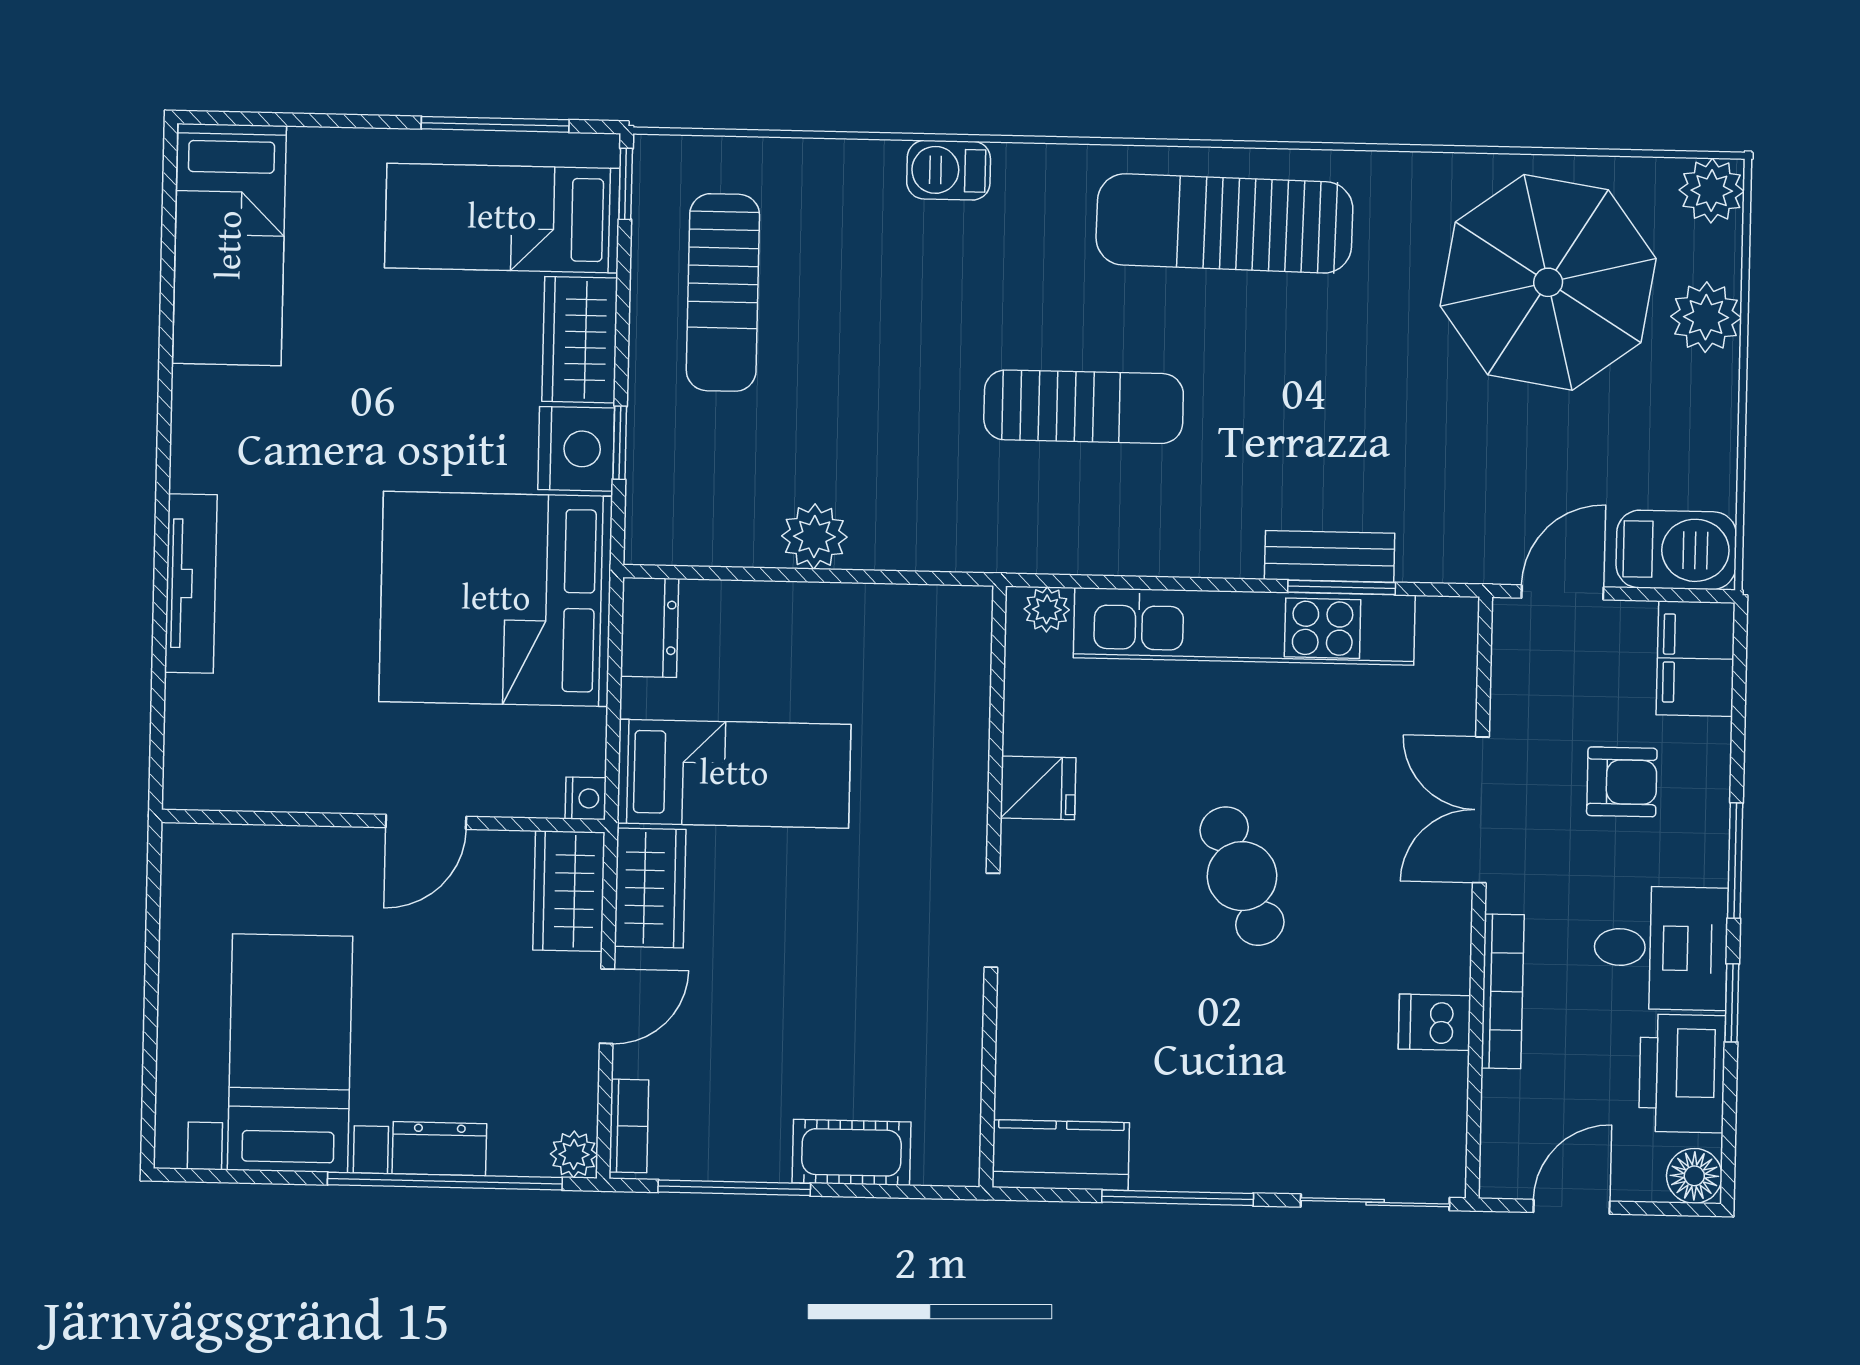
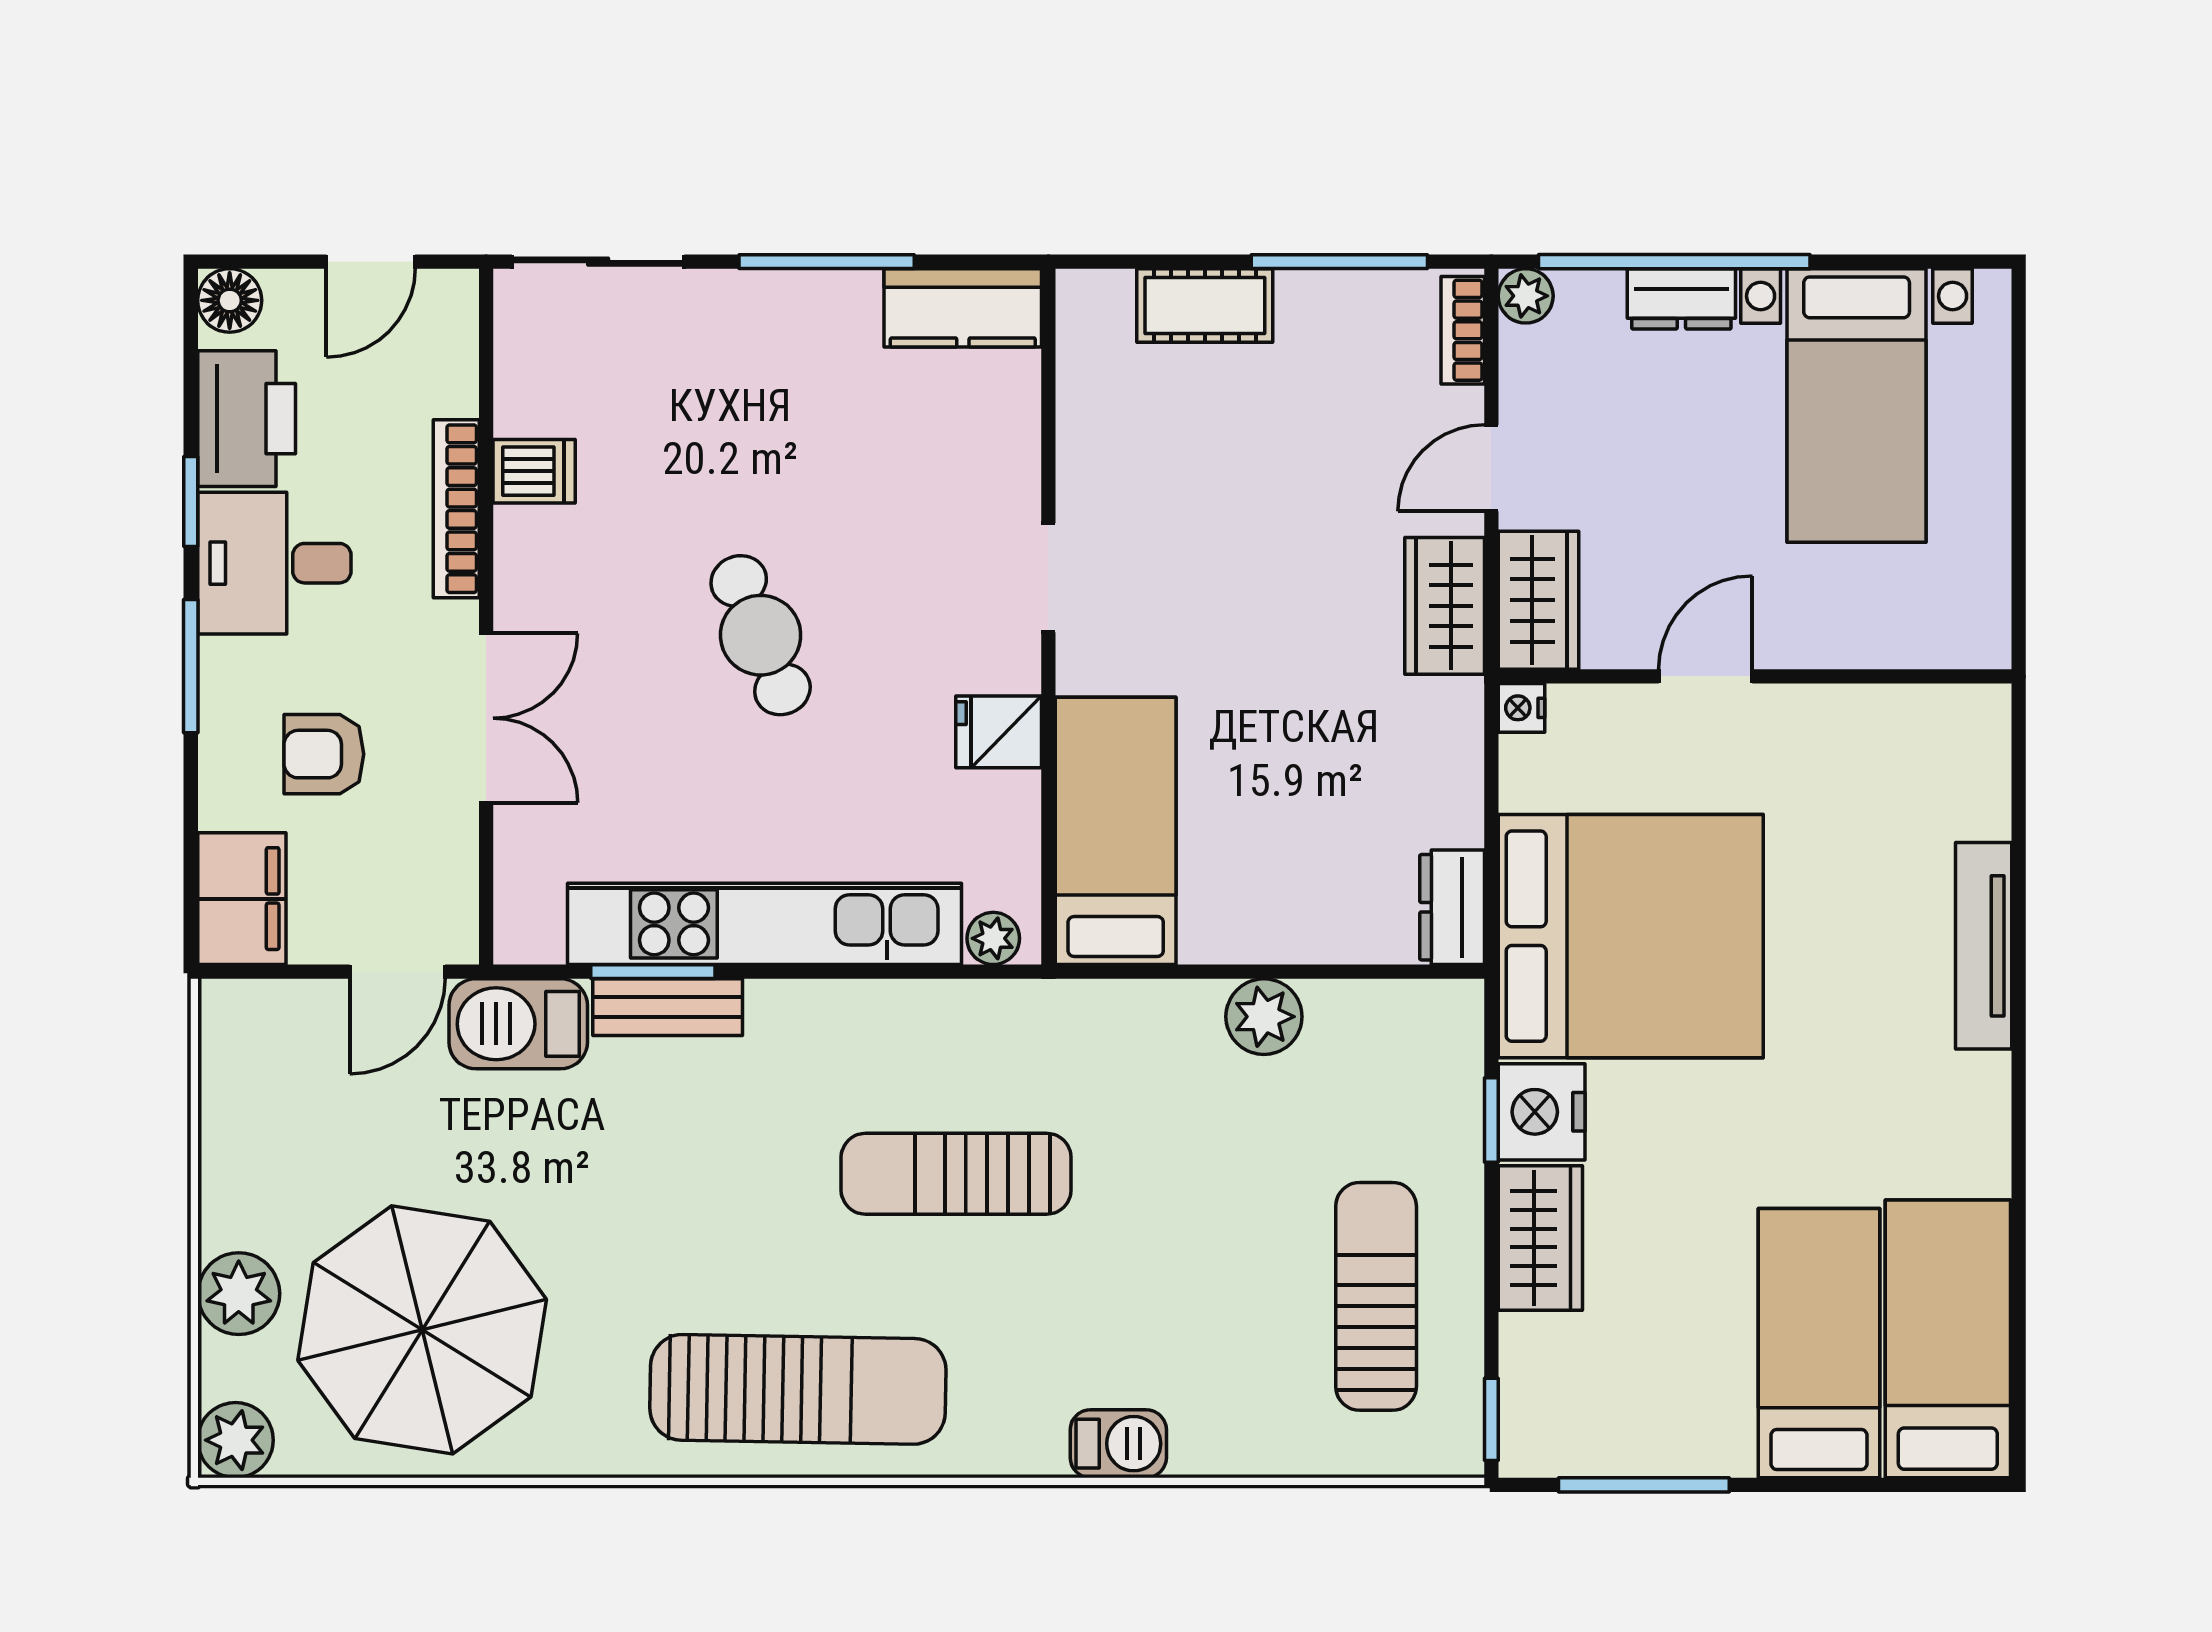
bed: (502, 218) -> (1819, 1343), moved, turned -90
barbecue: (1676, 550) -> (518, 1024), moved
bed: (734, 774) -> (1116, 831), moved, turned 90

